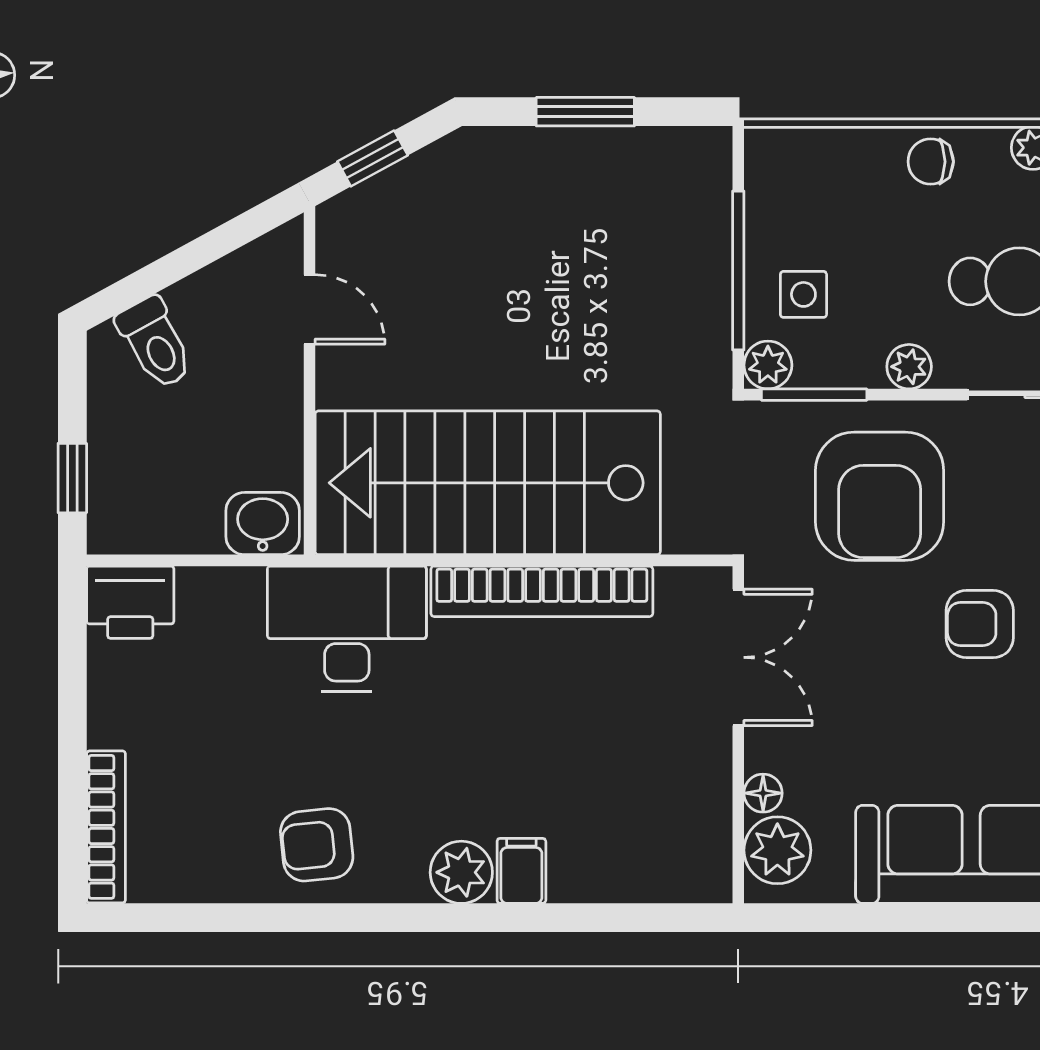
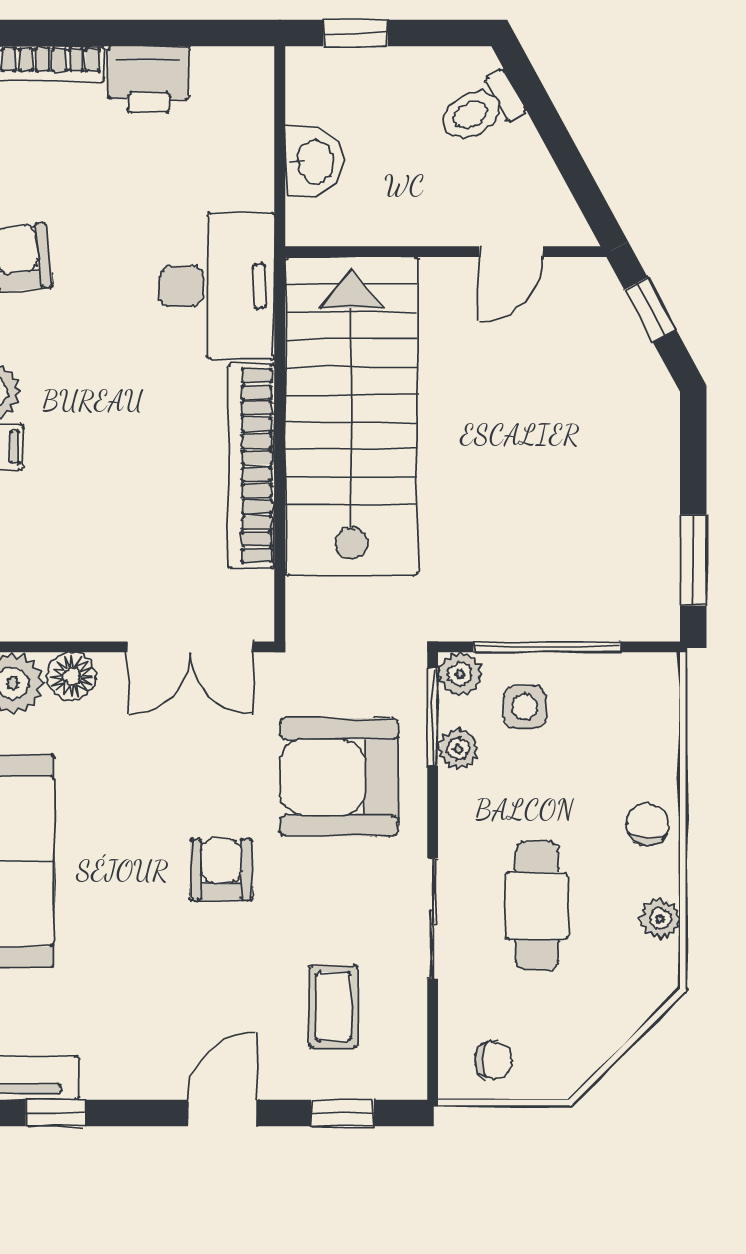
window: (585, 112) -> (693, 560), moved
plant: (909, 367) -> (458, 749), moved
washbasin: (263, 524) -> (314, 162), moved
printer: (130, 602) -> (149, 79), moved, turned -90
floor lamp: (763, 793) -> (72, 676), width x1.37, depth x1.37

